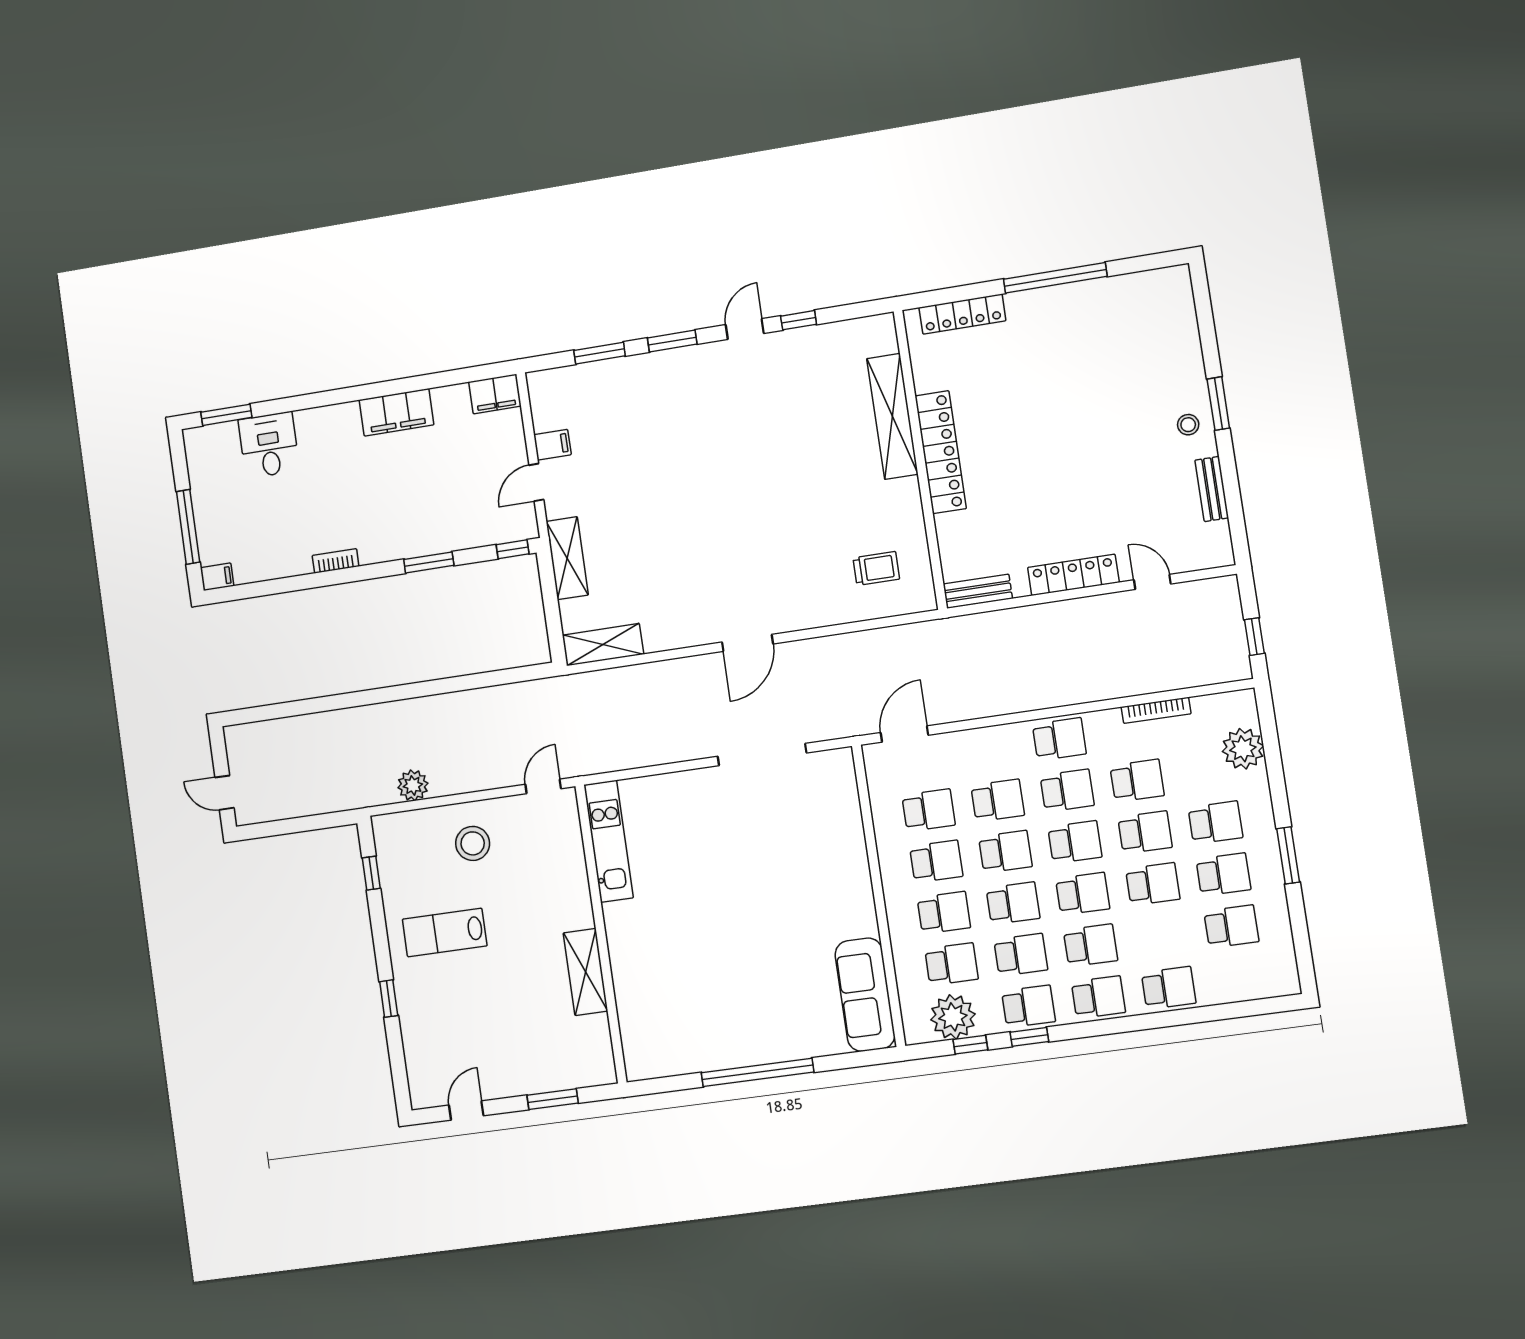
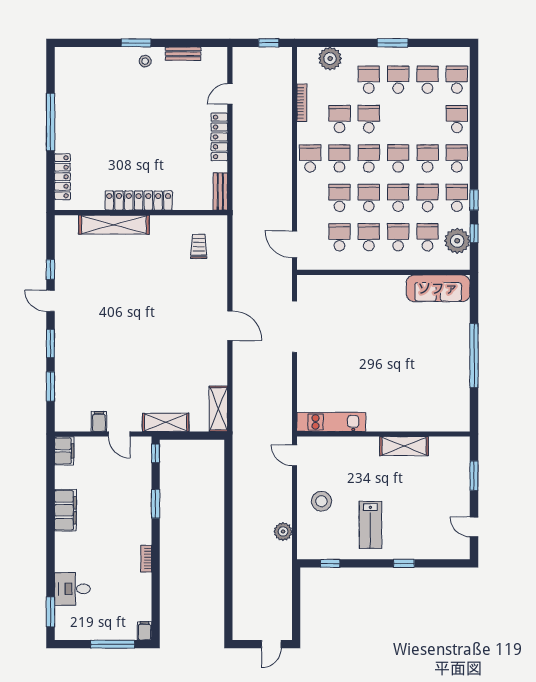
school desk: (1153, 884) -> (457, 80), moved

